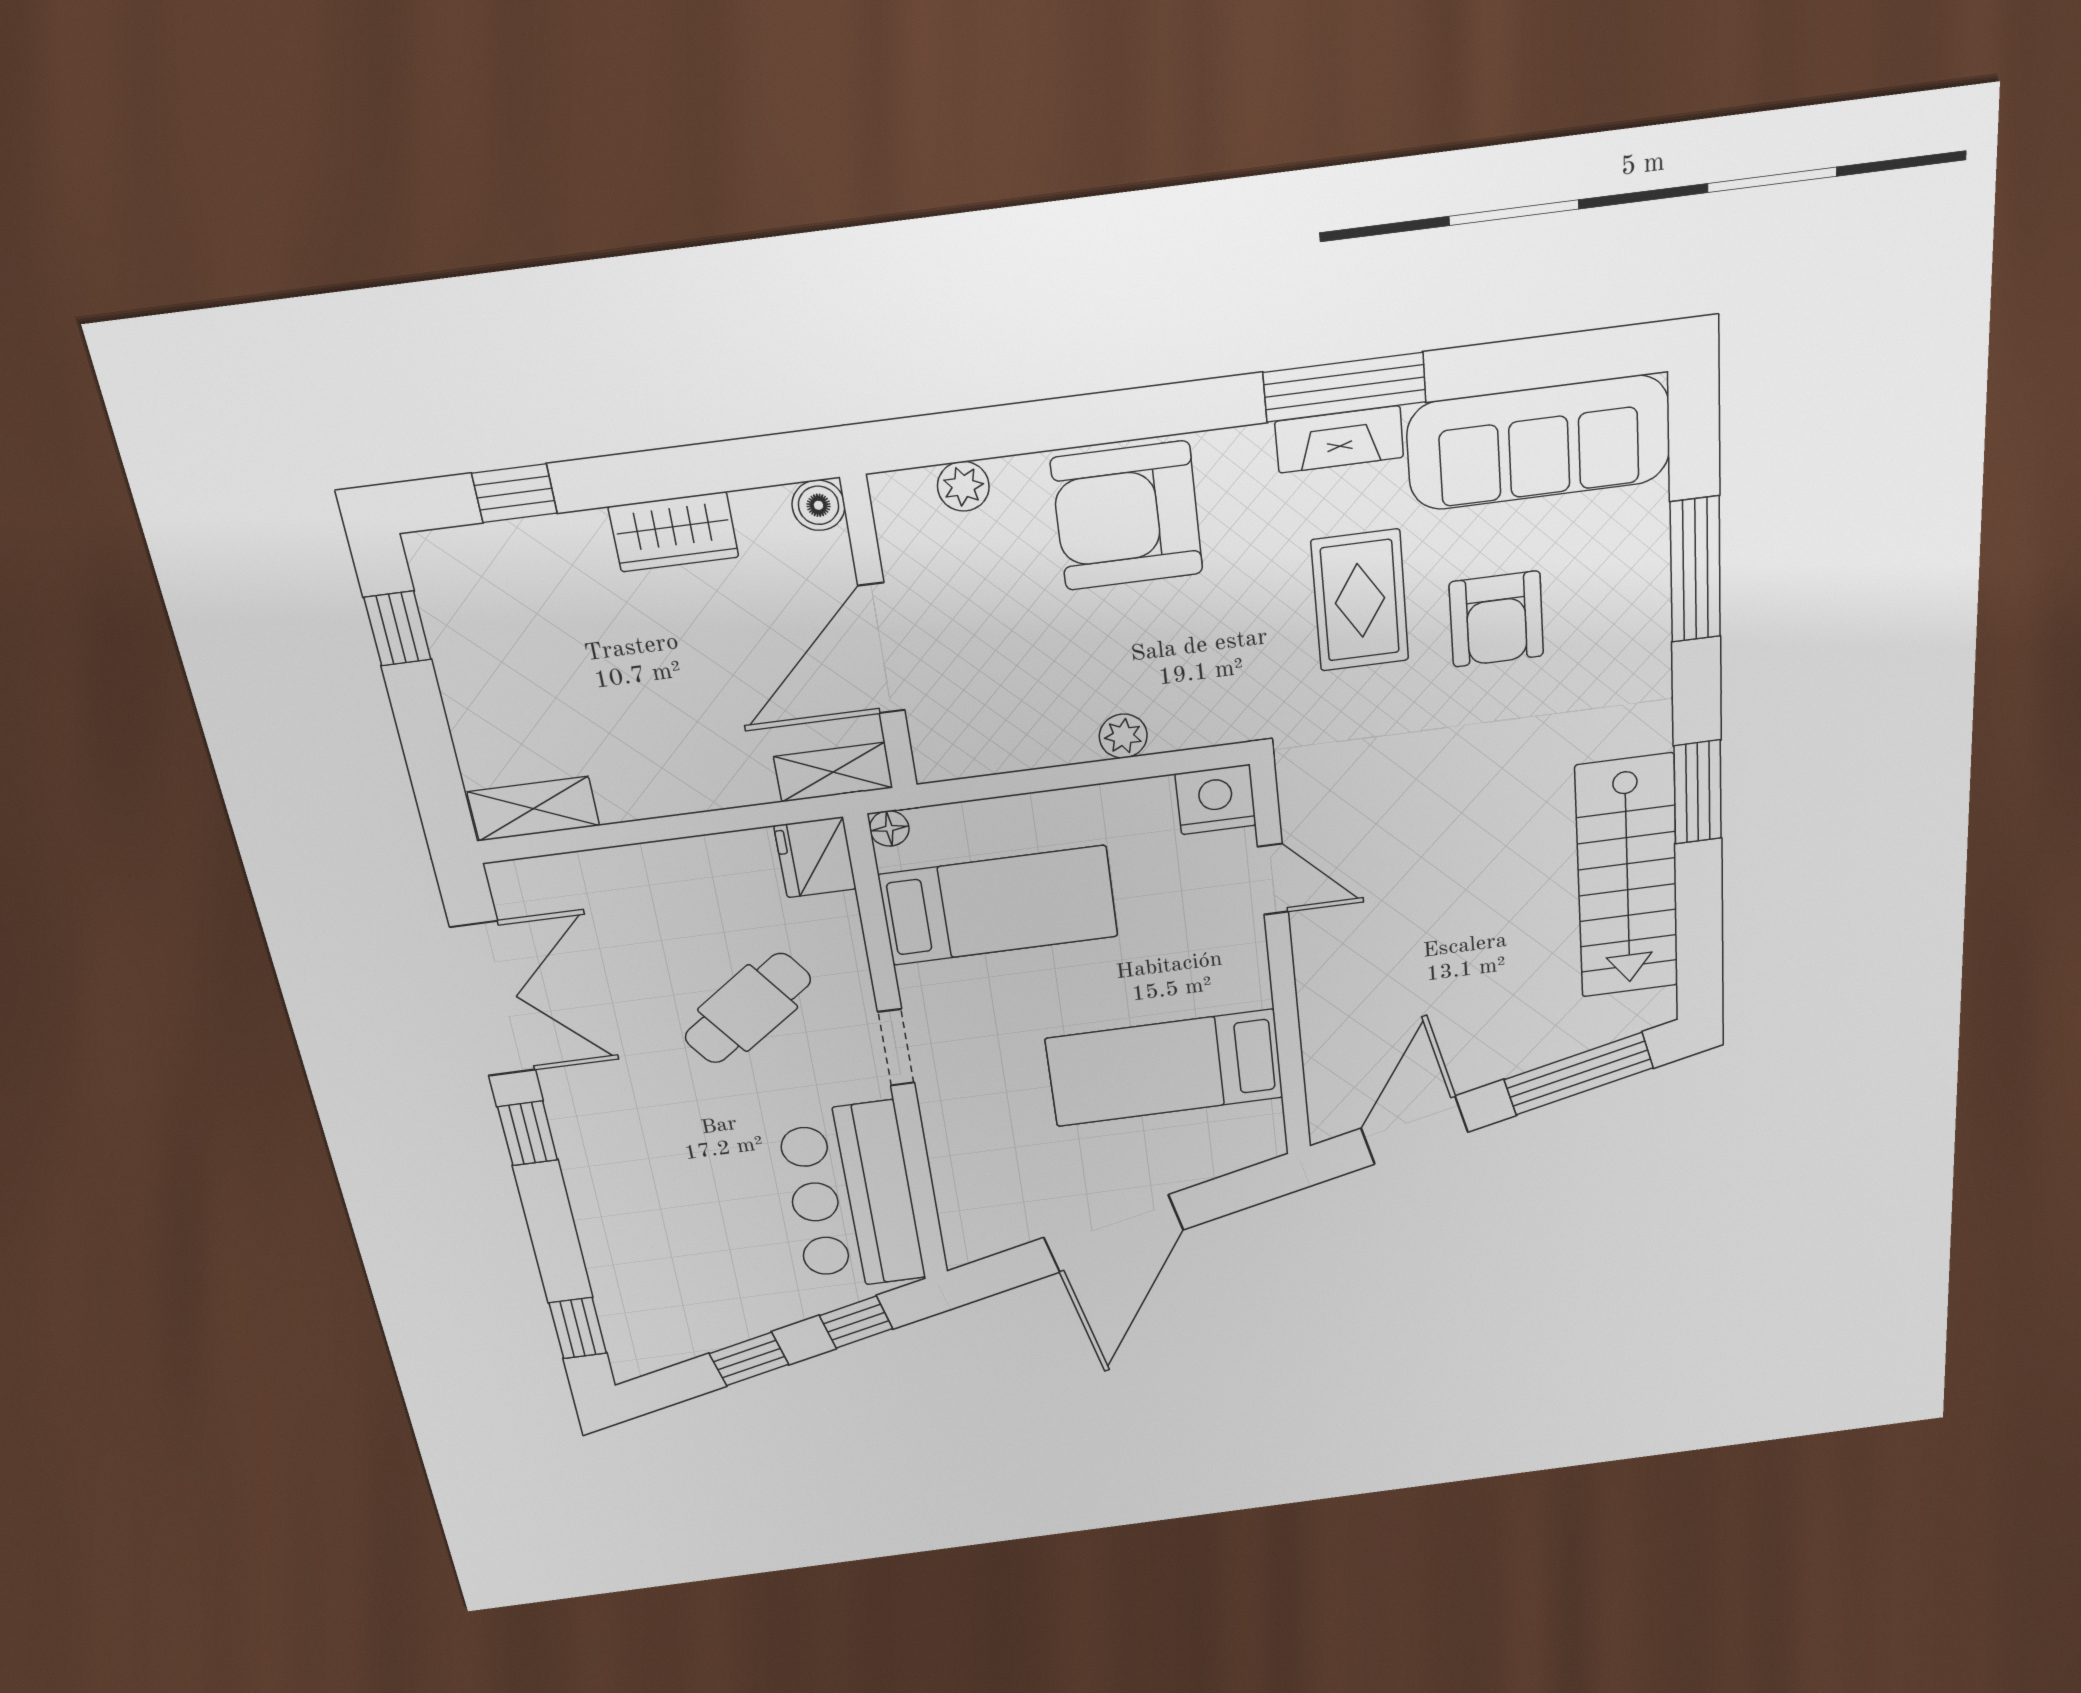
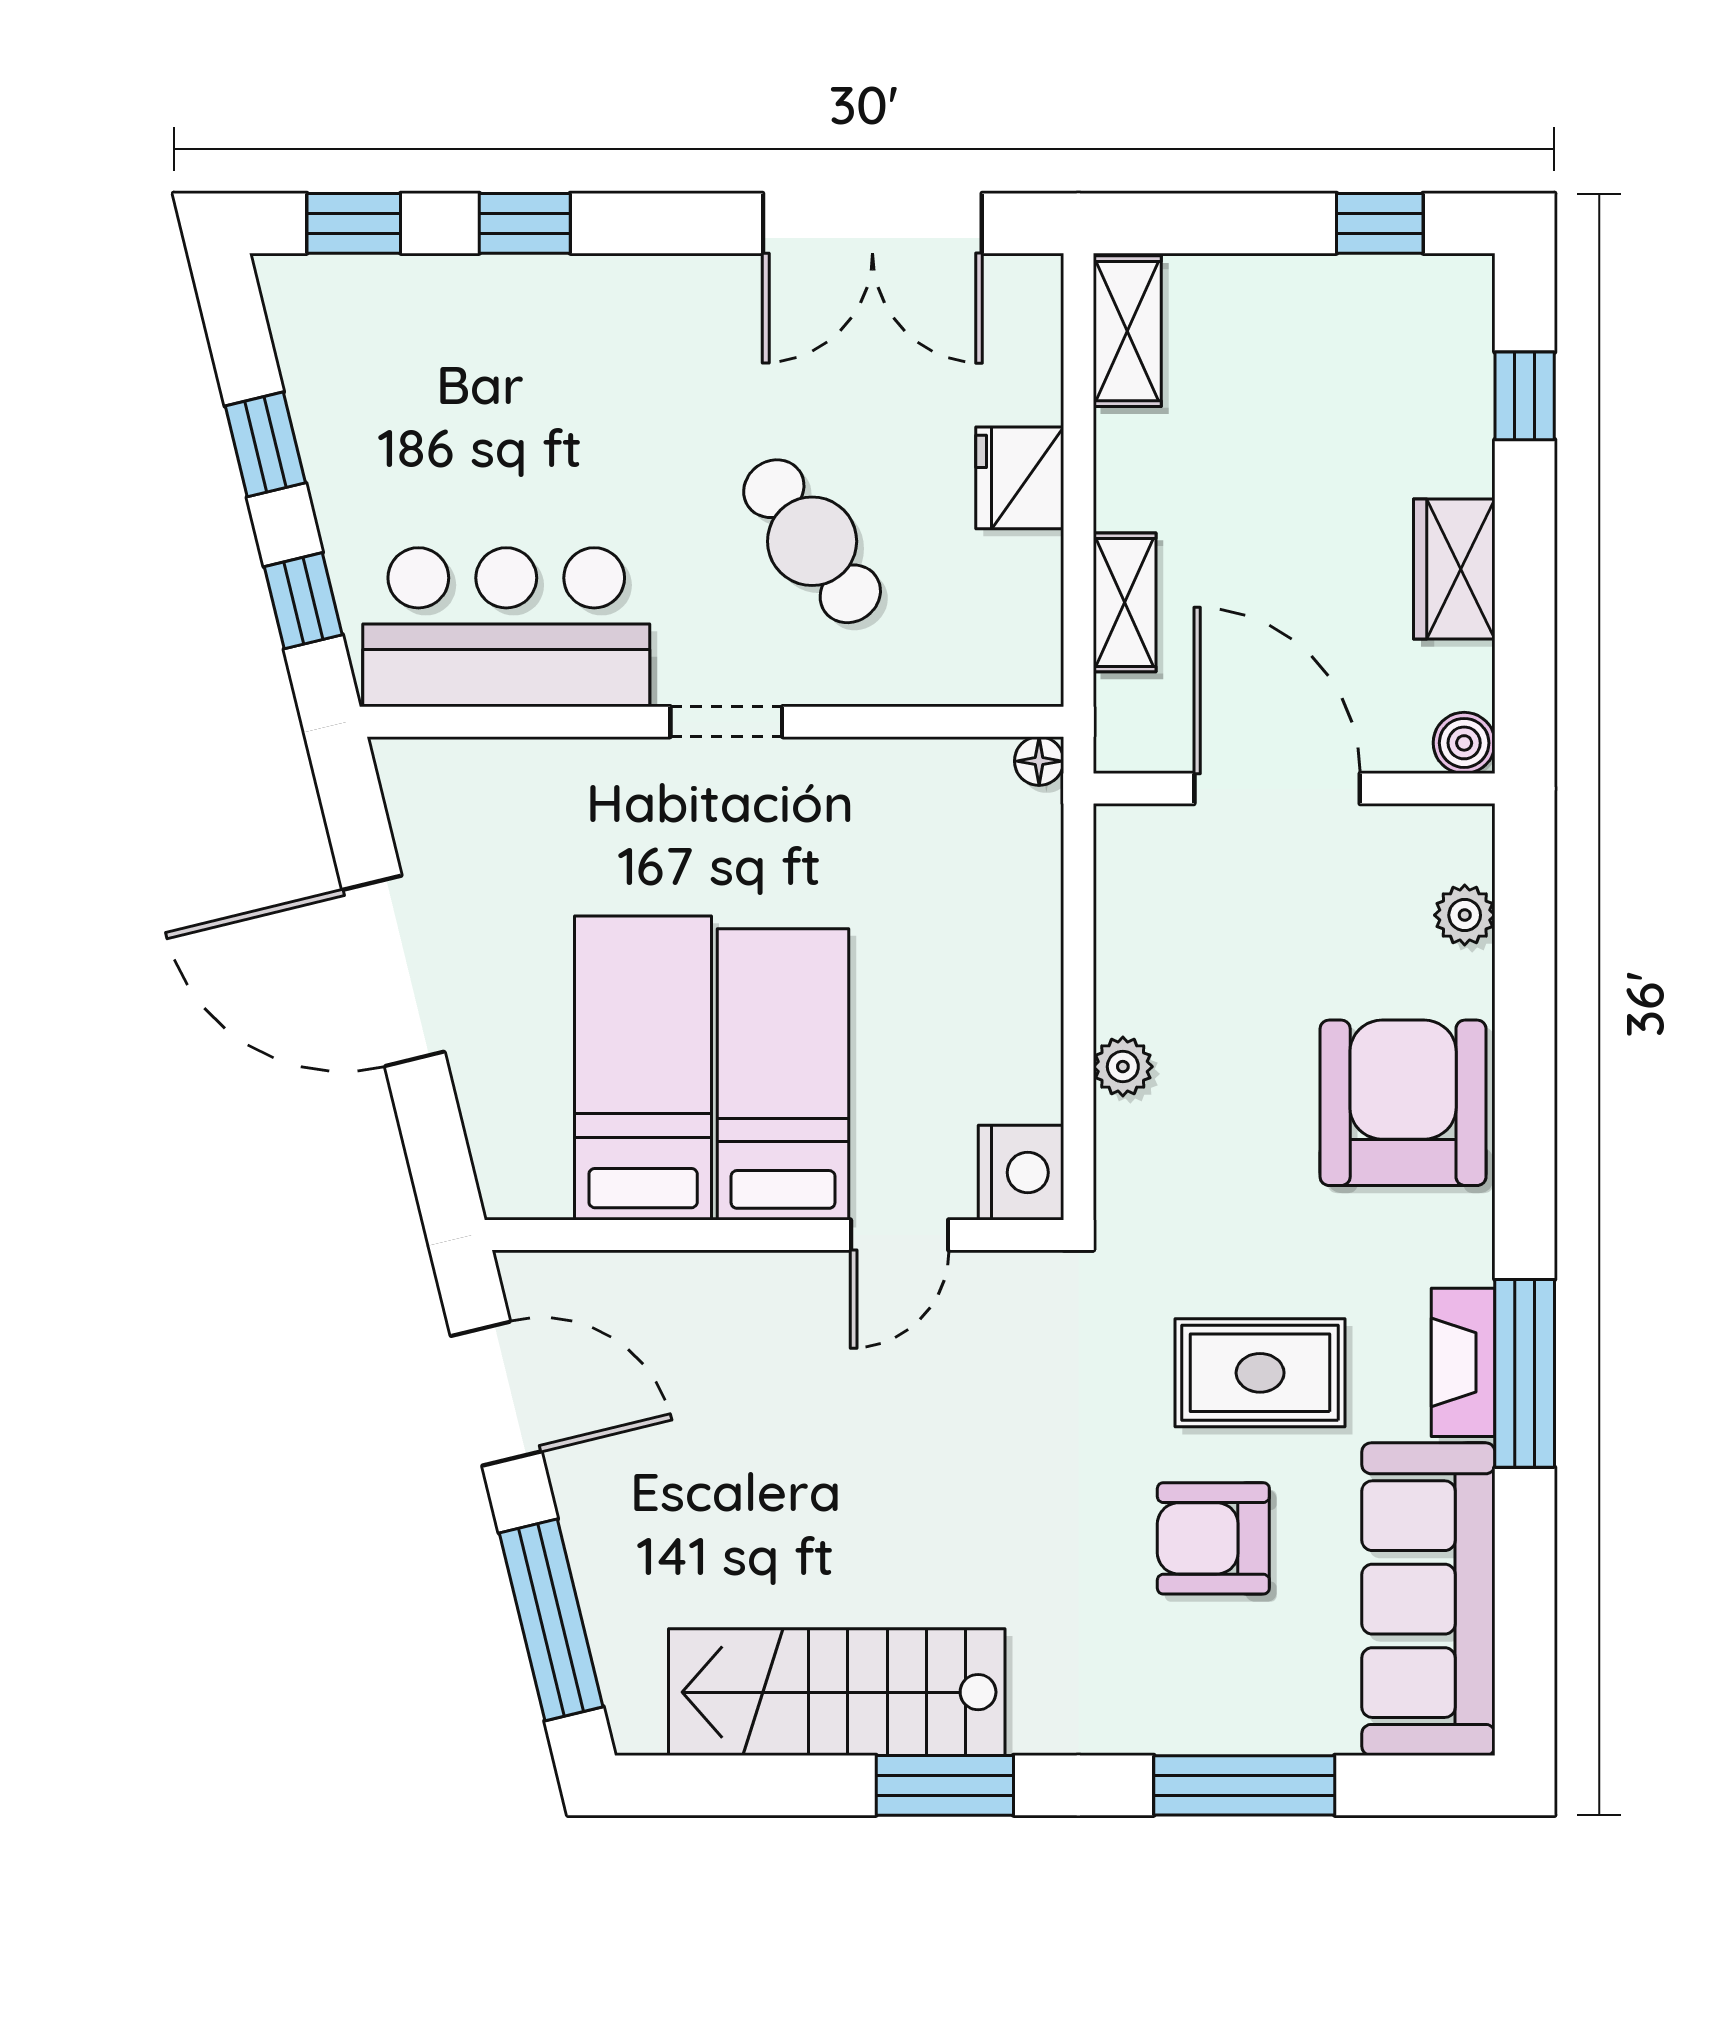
shelving: (833, 772) -> (1125, 602), moved
fridge: (815, 857) -> (1020, 478), moved, turned -90
bed: (999, 906) -> (783, 1074), moved, turned 180
window: (528, 1133) -> (525, 223), moved

